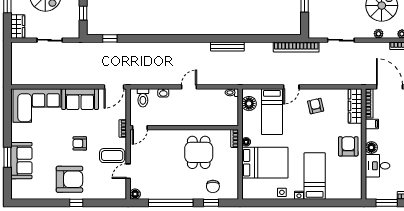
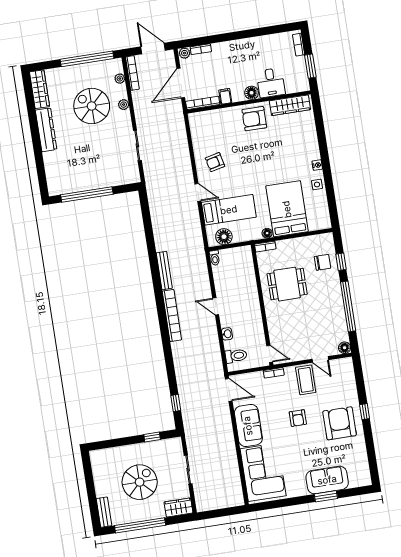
bookcase: (296, 47) -> (172, 315), moved
wardrobe: (355, 106) -> (290, 105), moved
bed: (315, 176) -> (293, 151), removed

